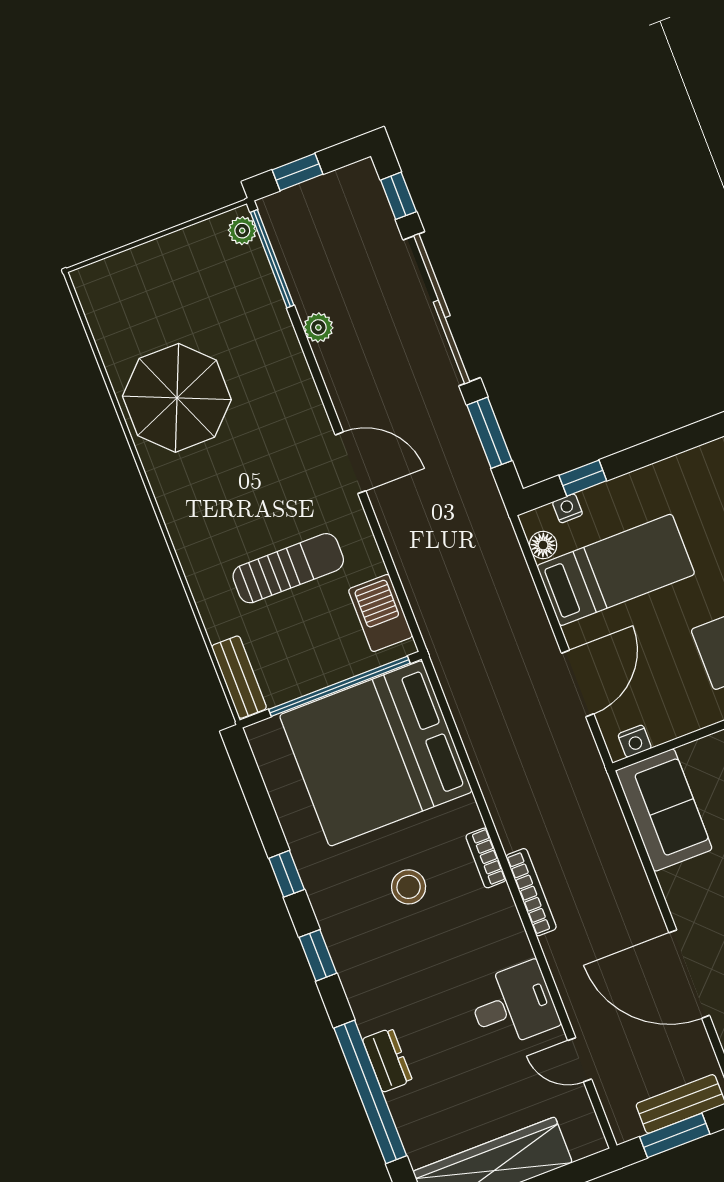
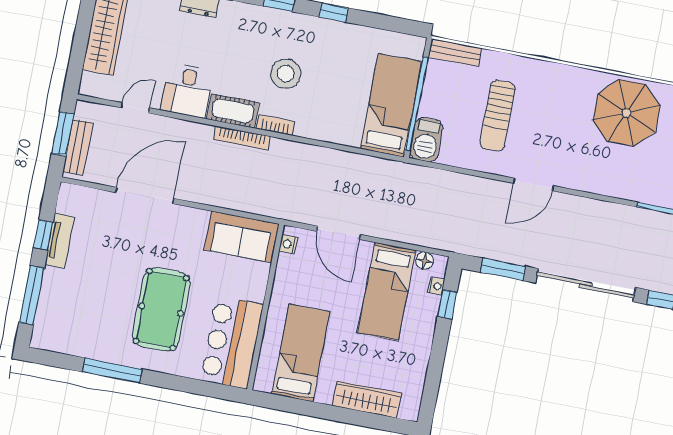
plant: (318, 327) -> (617, 213), removed
barbecue: (380, 613) -> (426, 140), moved, turned 90
bed: (376, 753) -> (391, 105), width x0.49
stool: (409, 887) -> (286, 74), width x1.38, depth x1.38
cot: (502, 927) -> (233, 111), added

